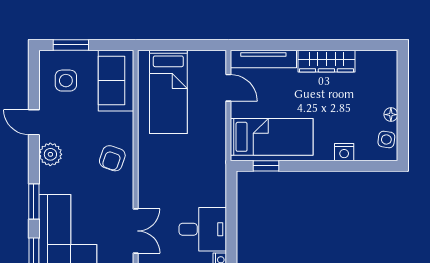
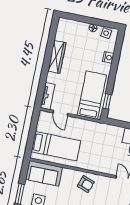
tv unit: (263, 59) -> (48, 96), width x0.71
door: (228, 88) -> (60, 113), swing flipped

